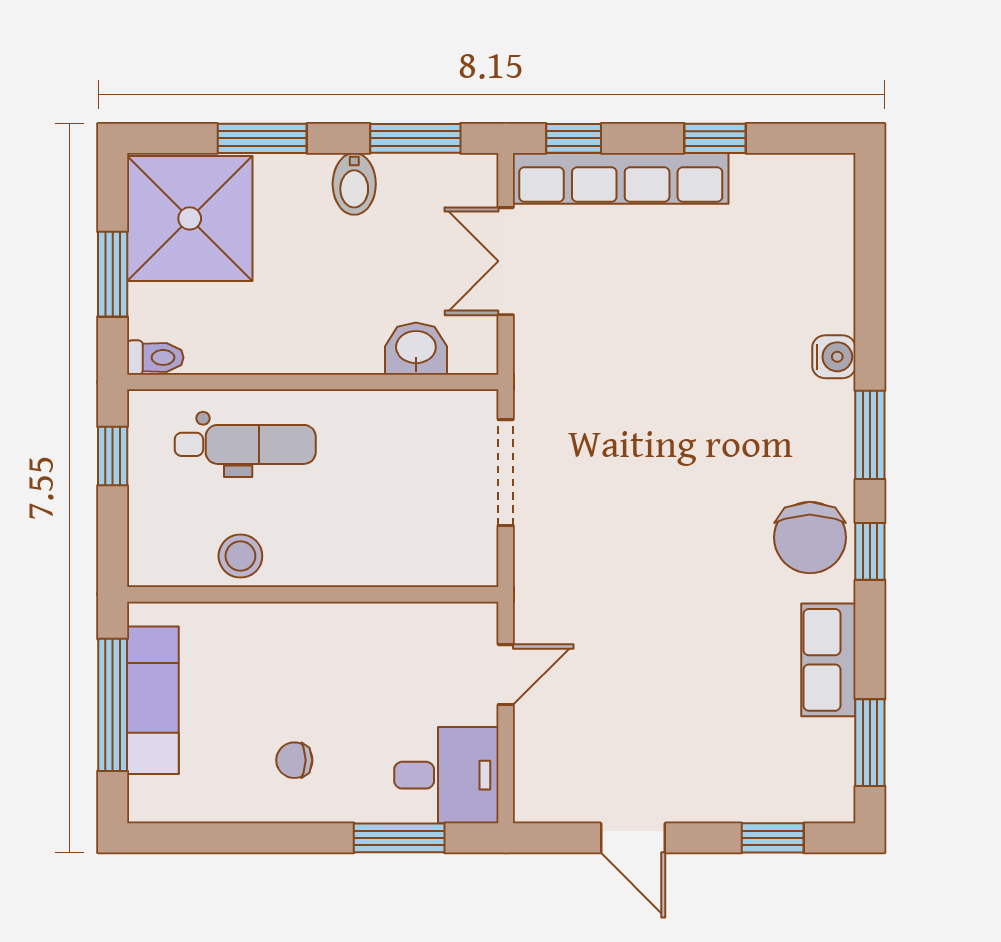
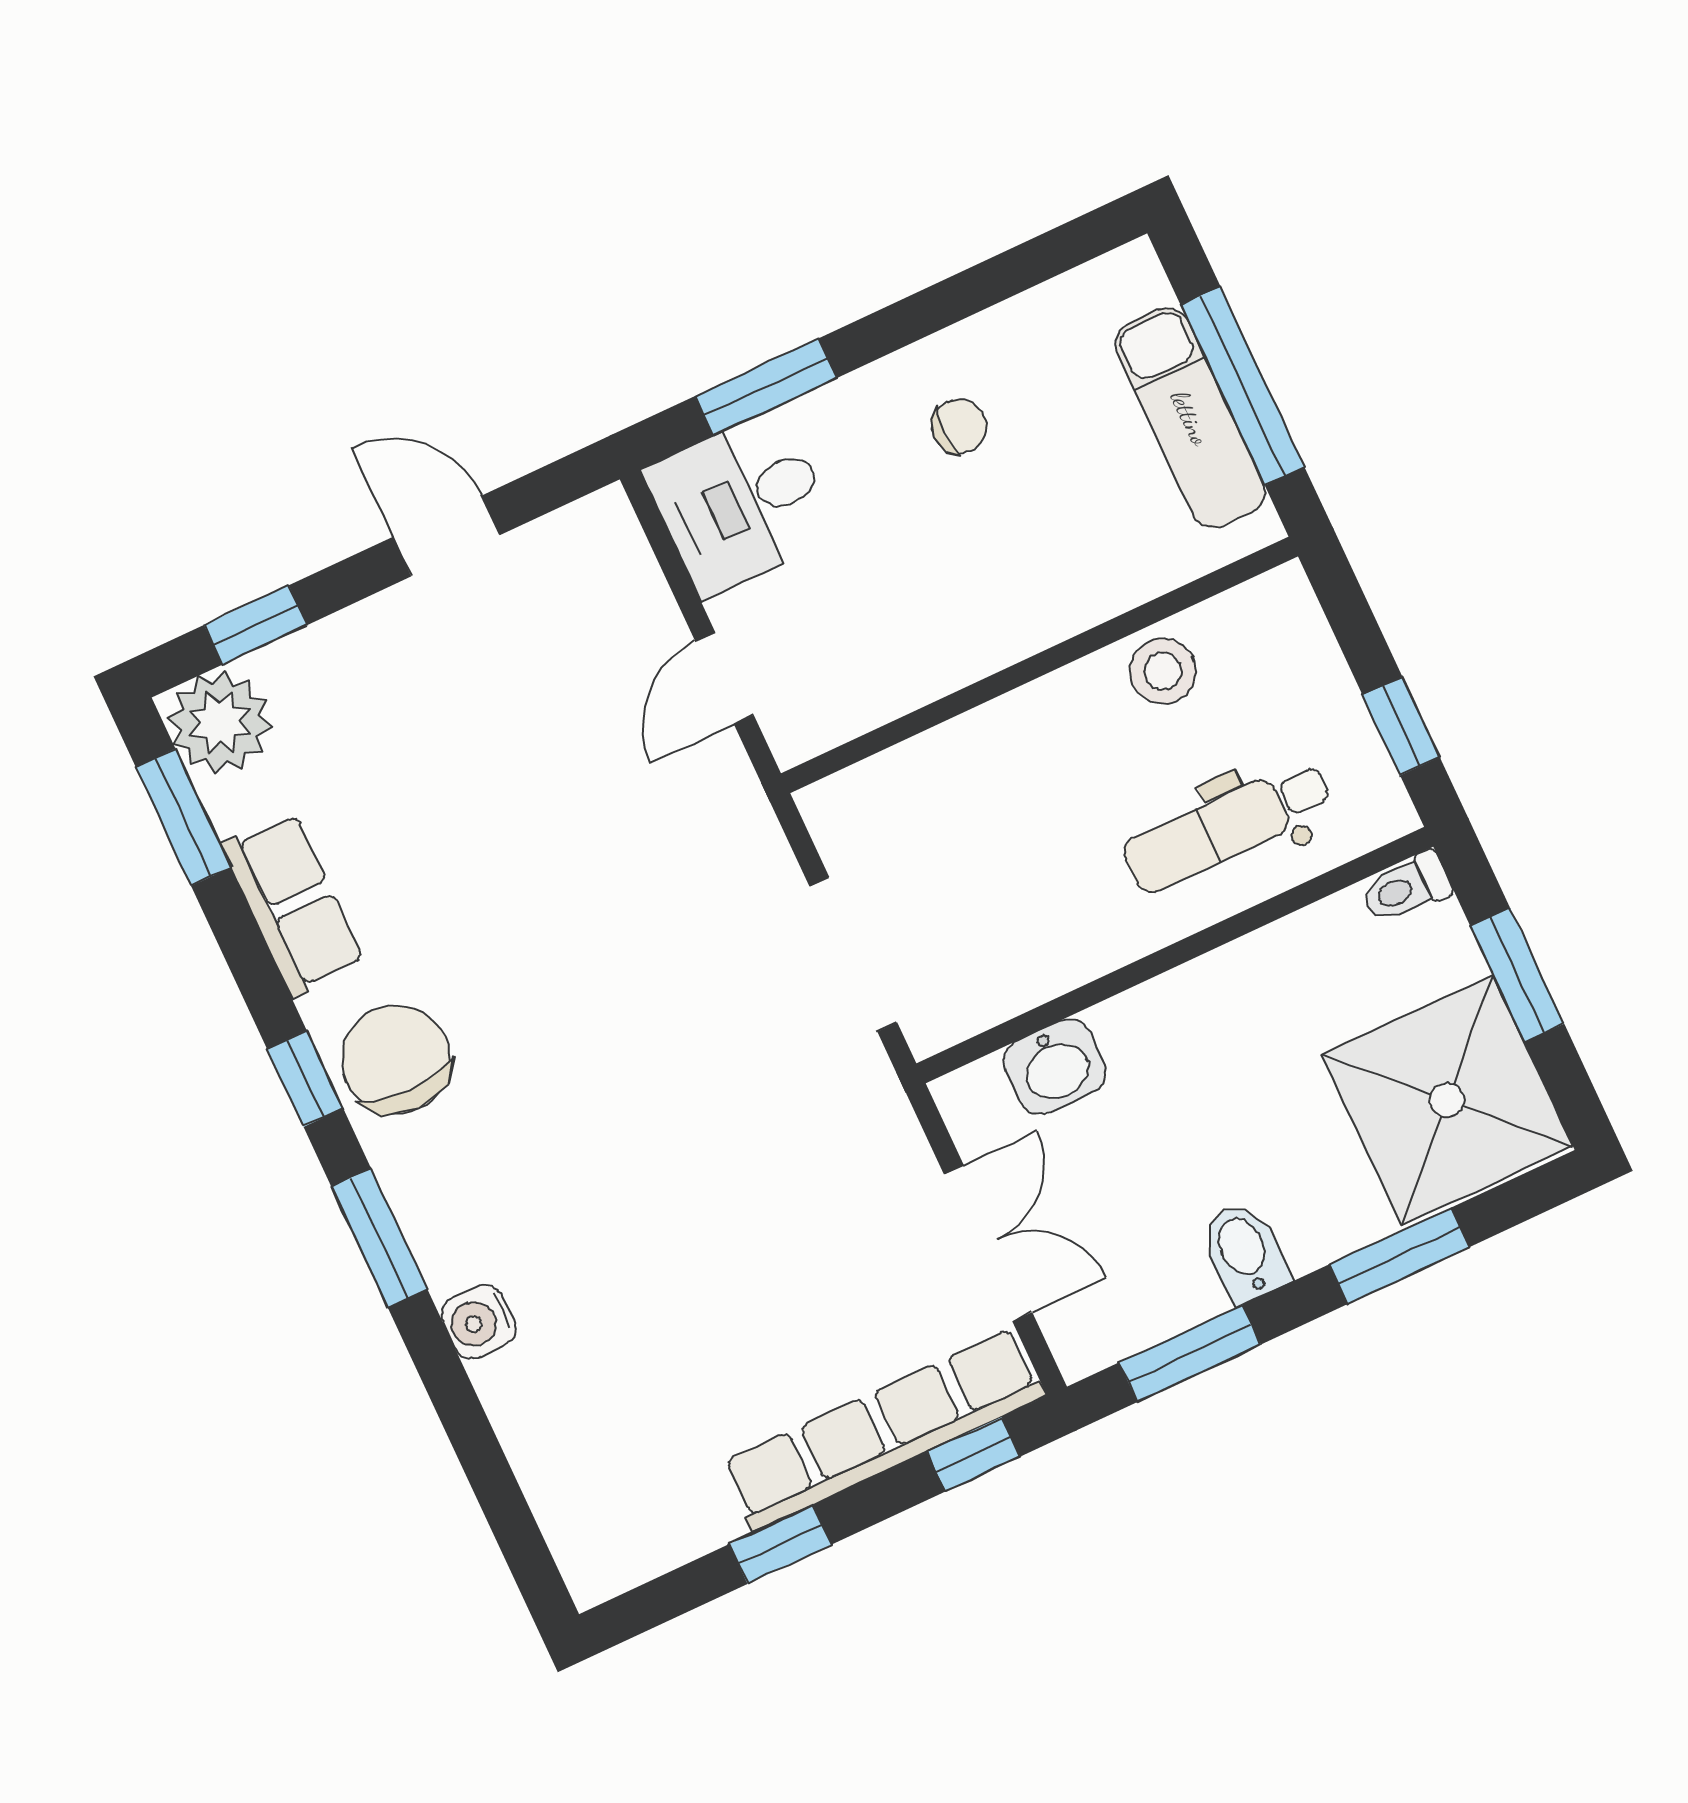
plant: (821, 789) -> (220, 723), added

